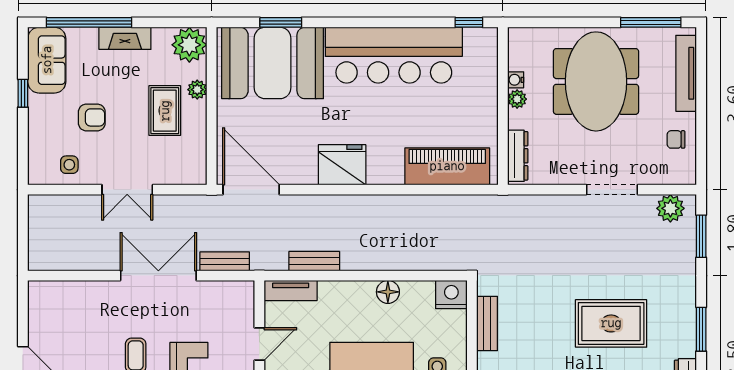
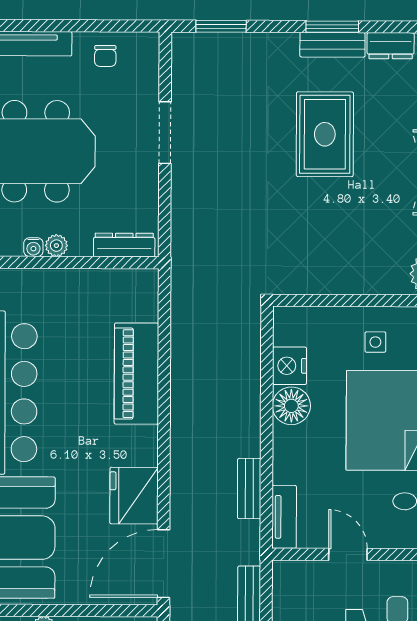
fridge: (342, 165) -> (134, 496), moved
piano: (447, 166) -> (136, 374), moved
plant: (670, 208) -> (188, 63), removed
floor lamp: (388, 292) -> (291, 406), width x1.38, depth x1.38
nightstand: (451, 295) -> (289, 366), moved
bench: (487, 324) -> (332, 45), moved

